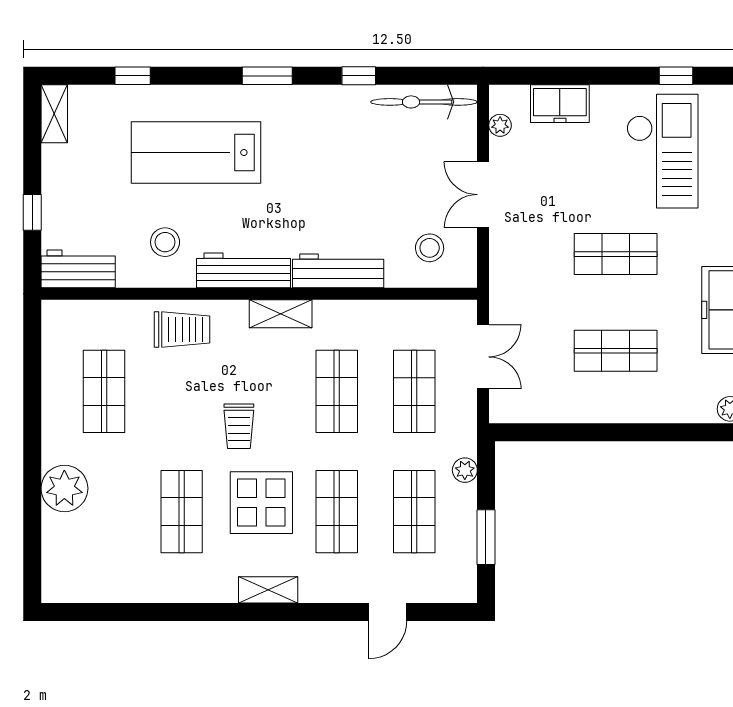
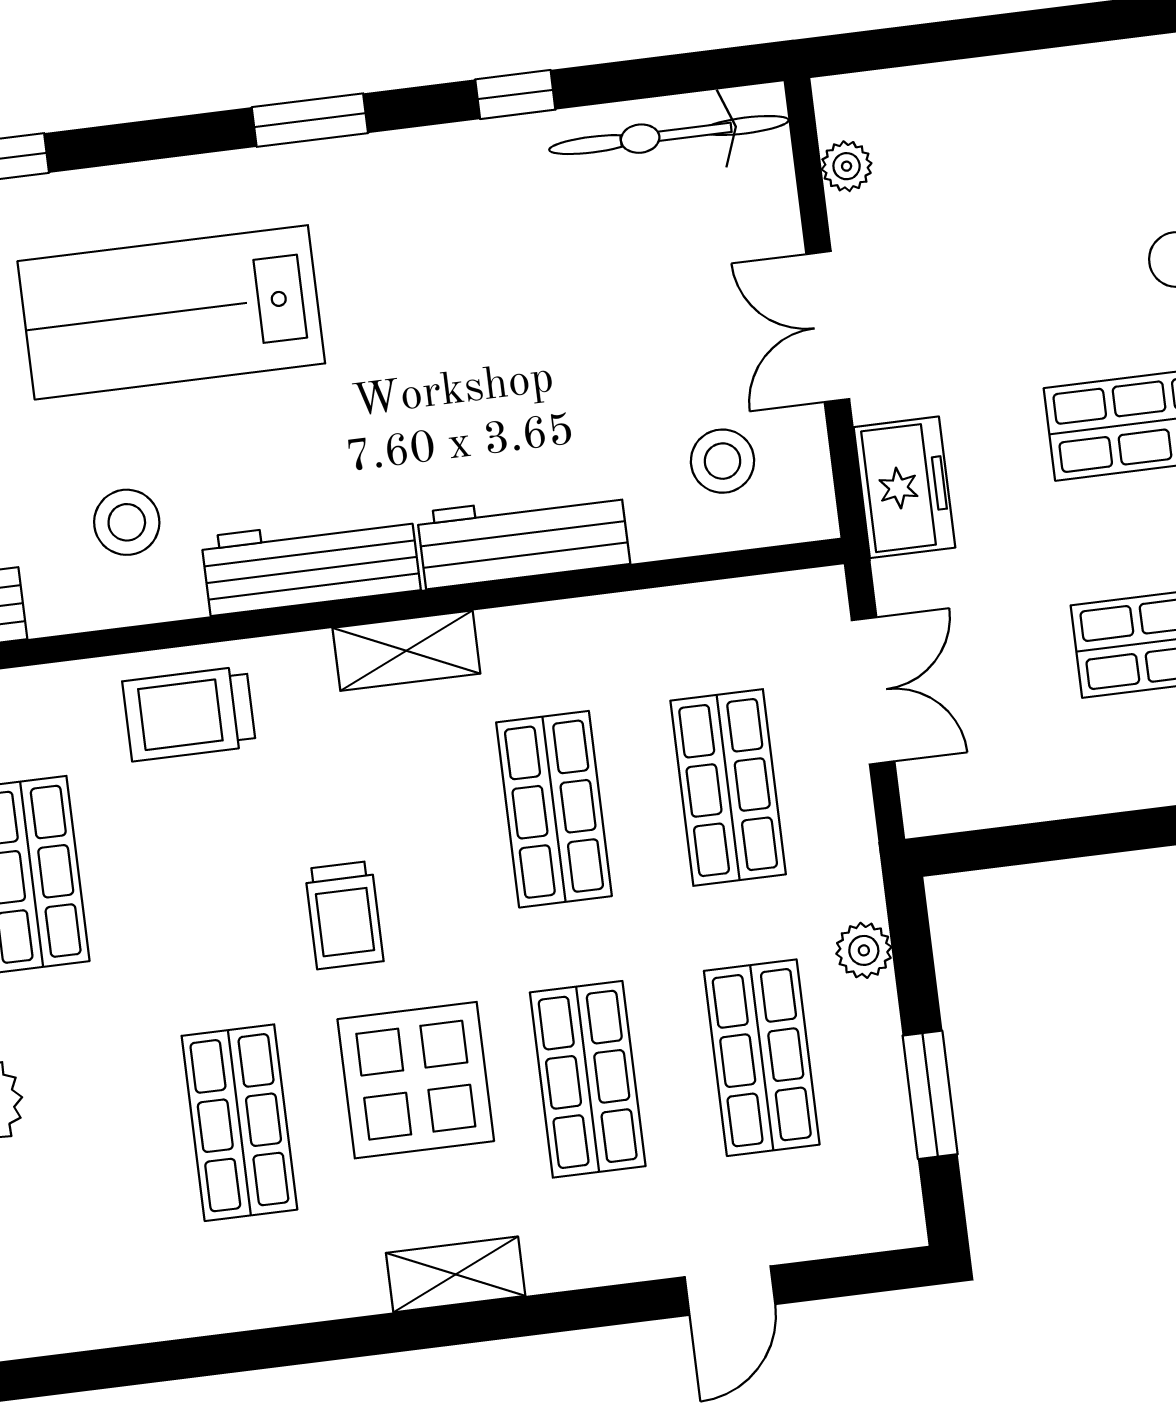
freezer: (560, 104) -> (904, 487), moved, turned -90
trolley: (182, 329) -> (189, 714), turned 180

